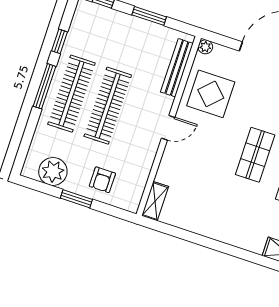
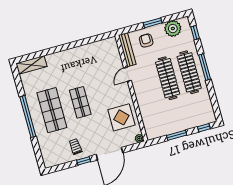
window: (59, 41) -> (195, 33), moved
bench: (177, 68) -> (127, 50), moved
door: (168, 128) -> (128, 74), moved
shelving: (155, 201) -> (114, 47), removed

